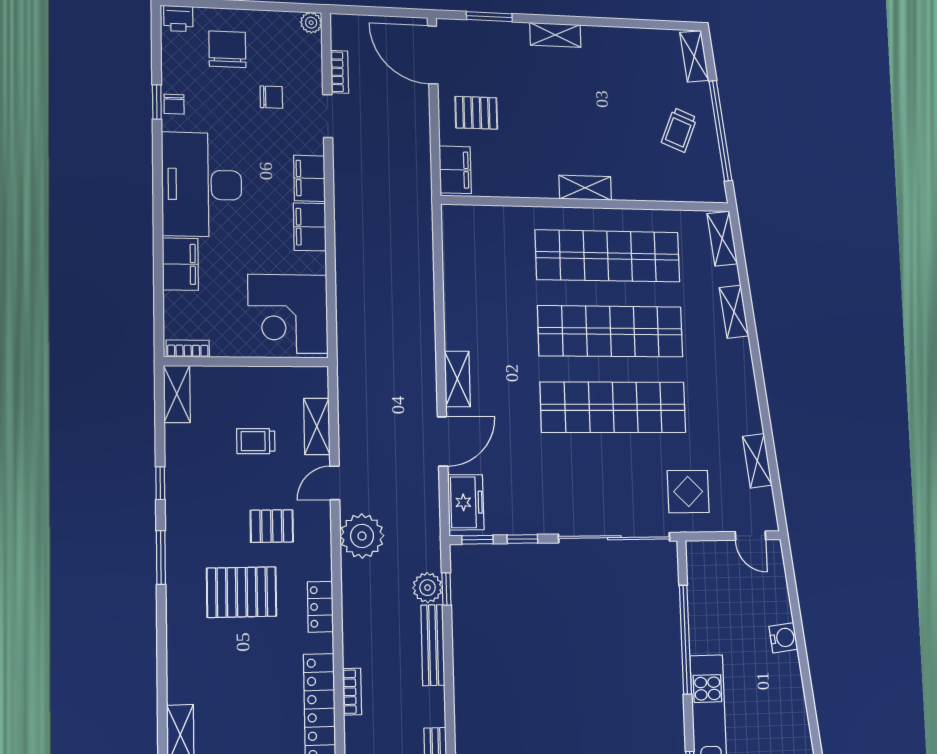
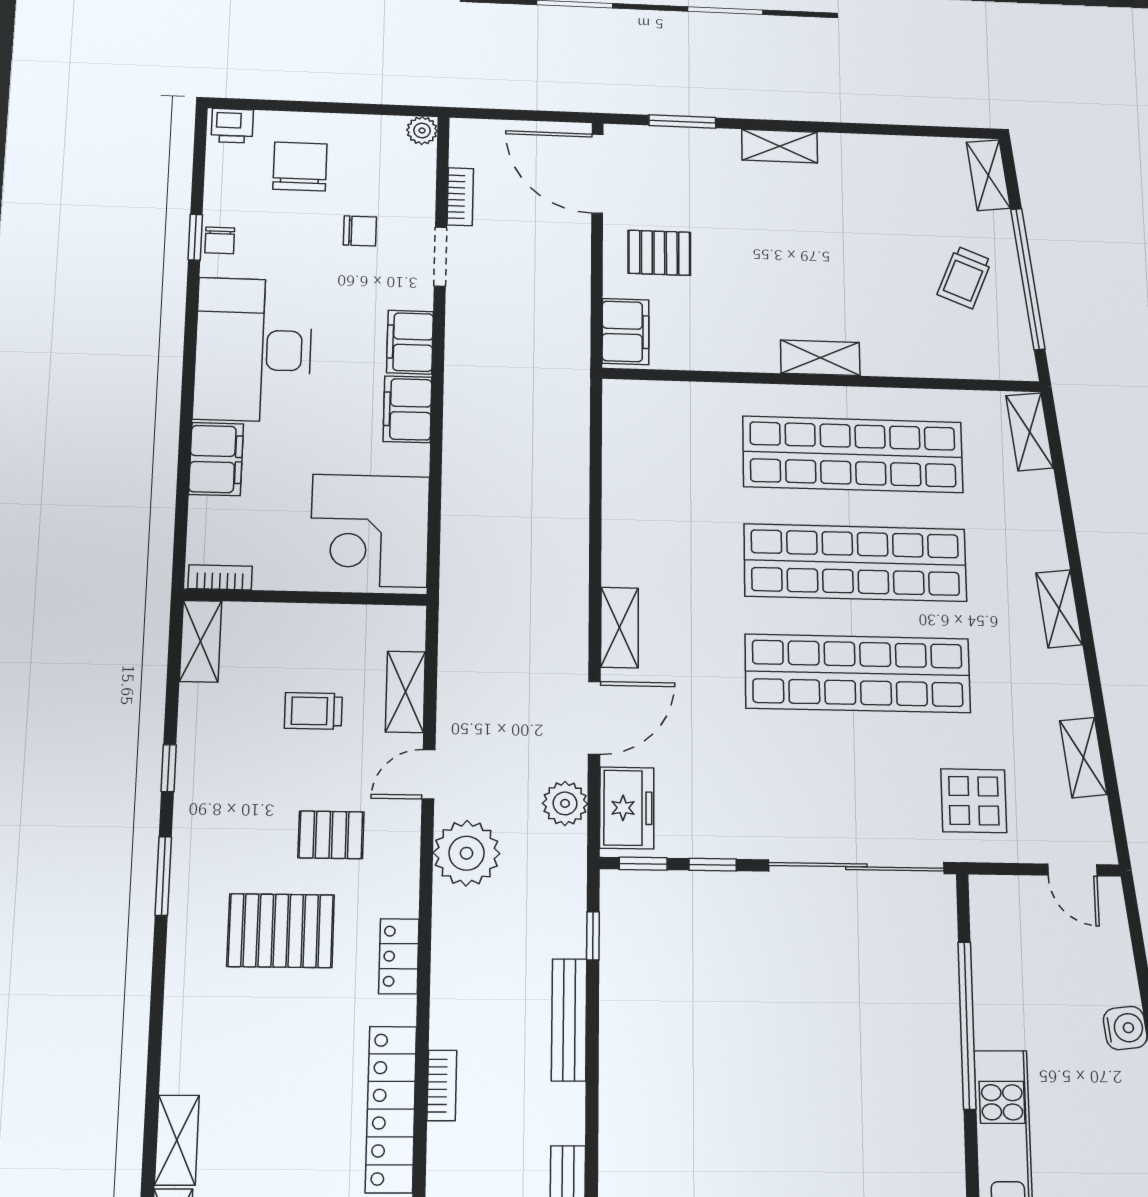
shelving: (734, 312) -> (1059, 609), moved
plant: (428, 588) -> (565, 803), moved

